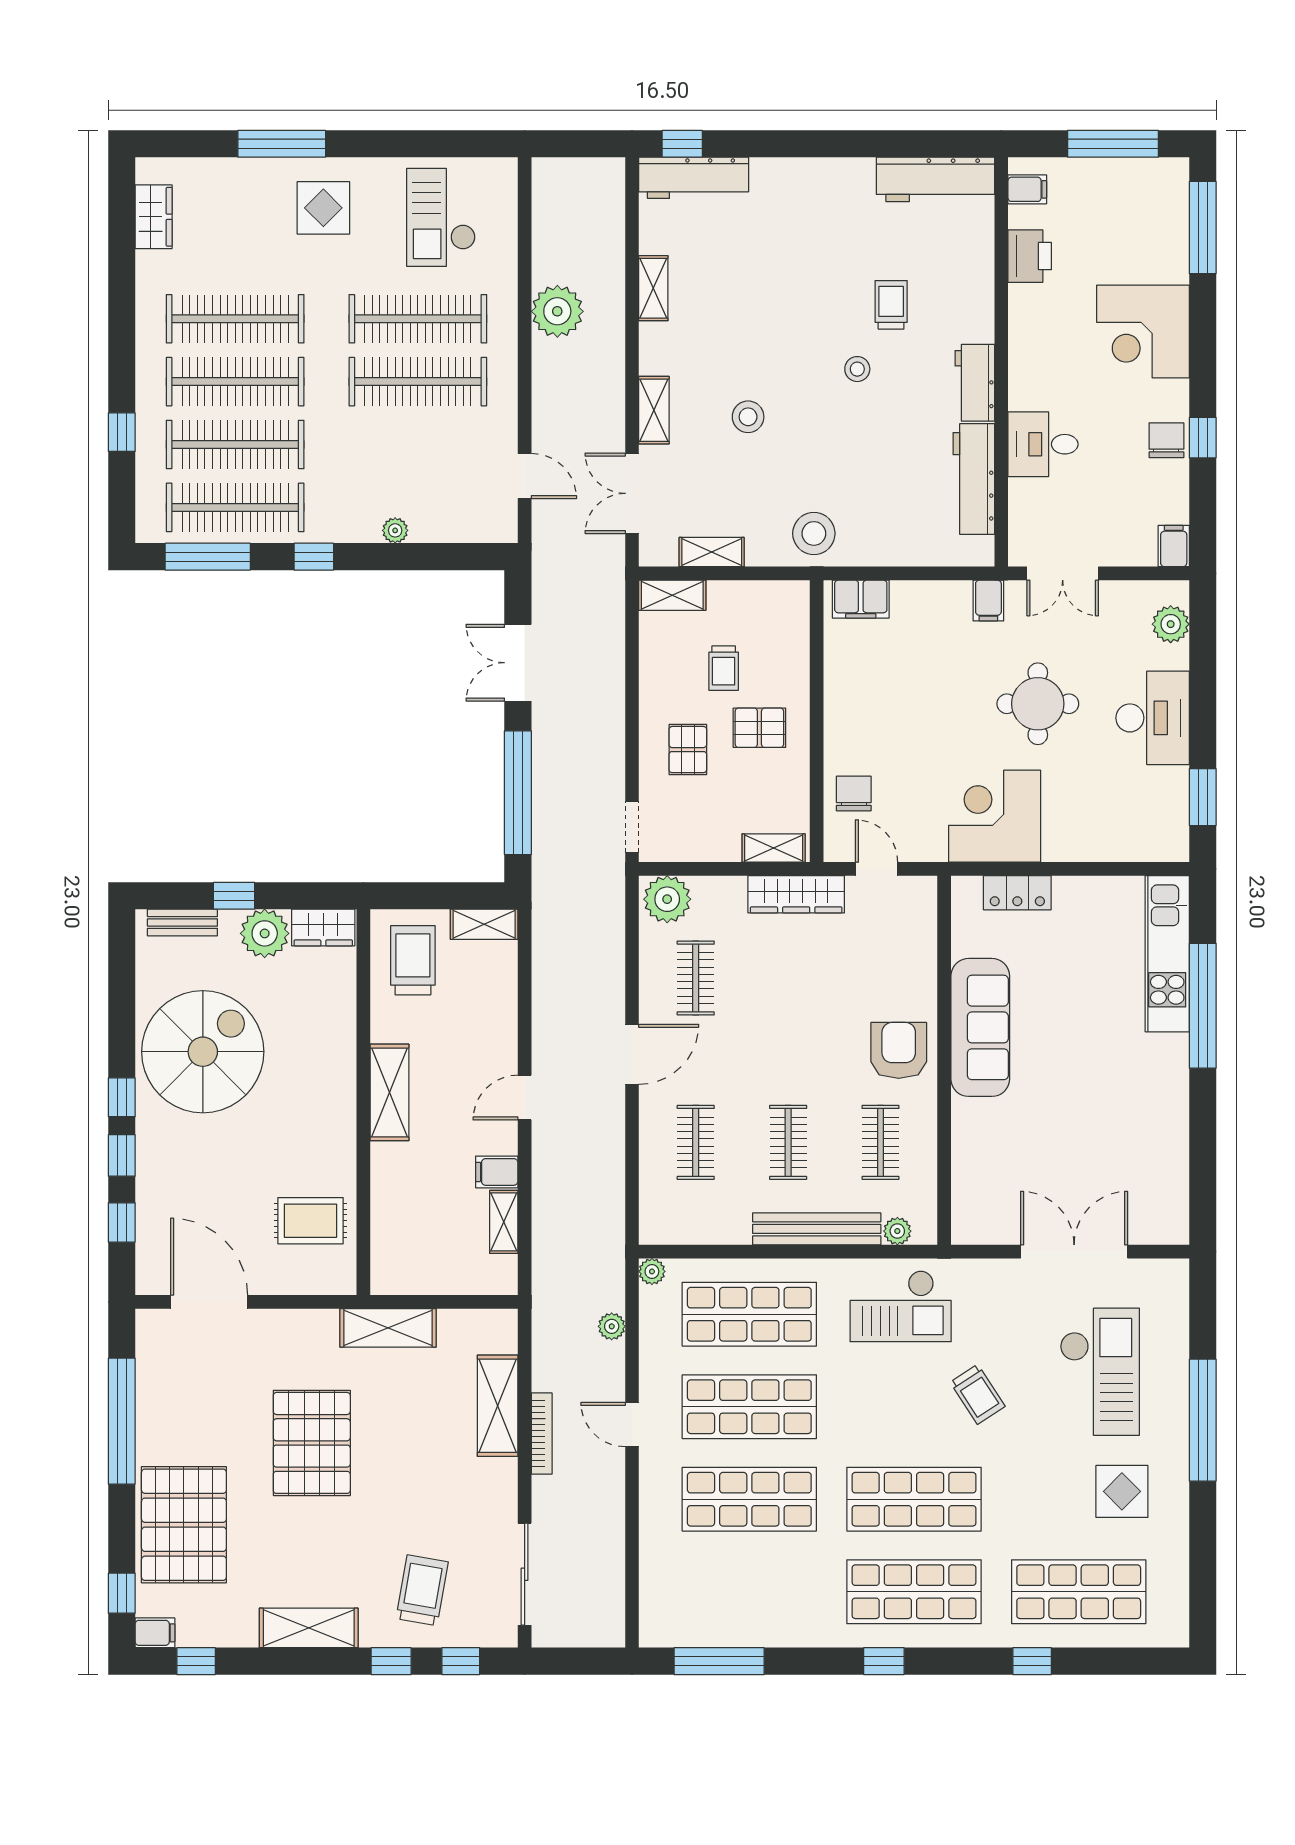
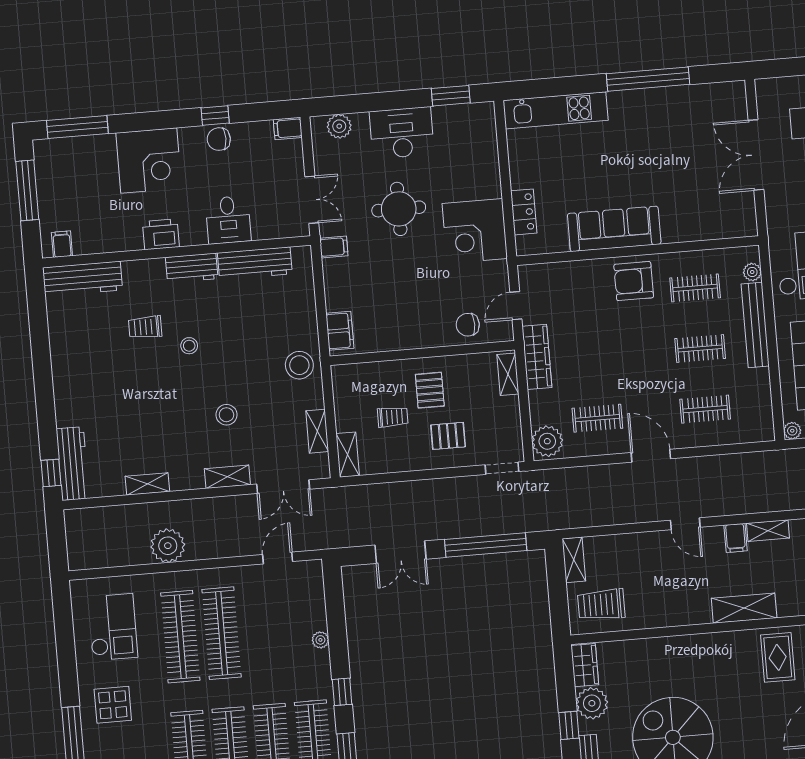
workbench: (935, 179) -> (83, 279), moved, turned 90
checkout: (441, 217) -> (113, 627), turned -90
printer: (1030, 256) -> (161, 234), moved
window: (1203, 1006) -> (648, 79), moved
shelving: (389, 1092) -> (744, 608), moved

